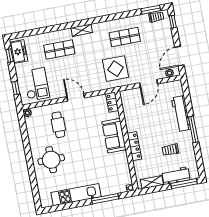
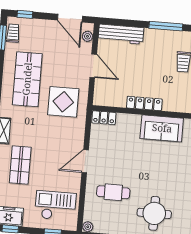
shop shelf: (125, 37) -> (27, 79), width x1.43, depth x1.36
workbench: (181, 114) -> (121, 34), moved
sofa: (114, 136) -> (162, 128), moved
locker: (134, 146) -> (144, 103), moved

